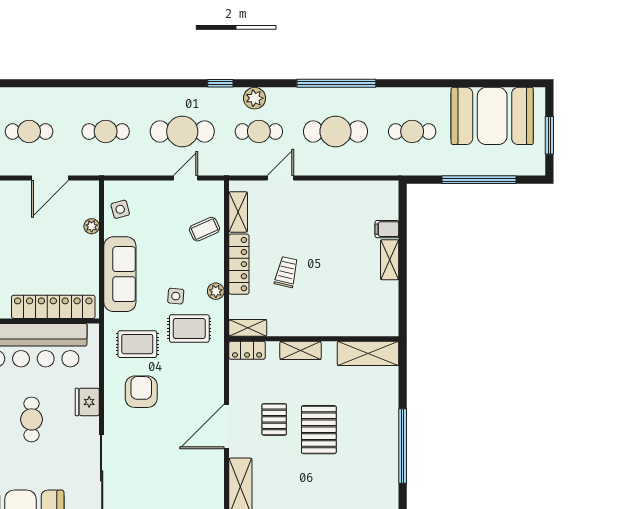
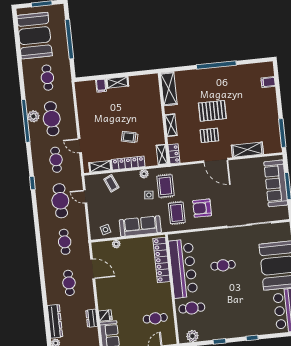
plant: (255, 98) -> (33, 116), moved
fridge: (87, 402) -> (211, 236), removed

